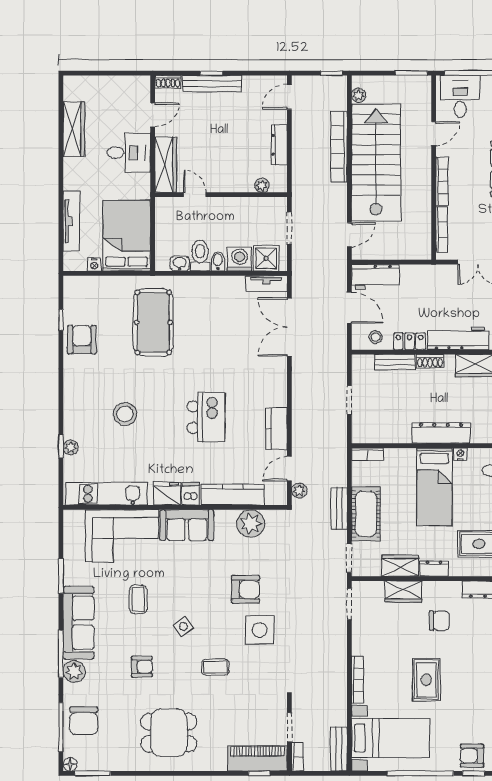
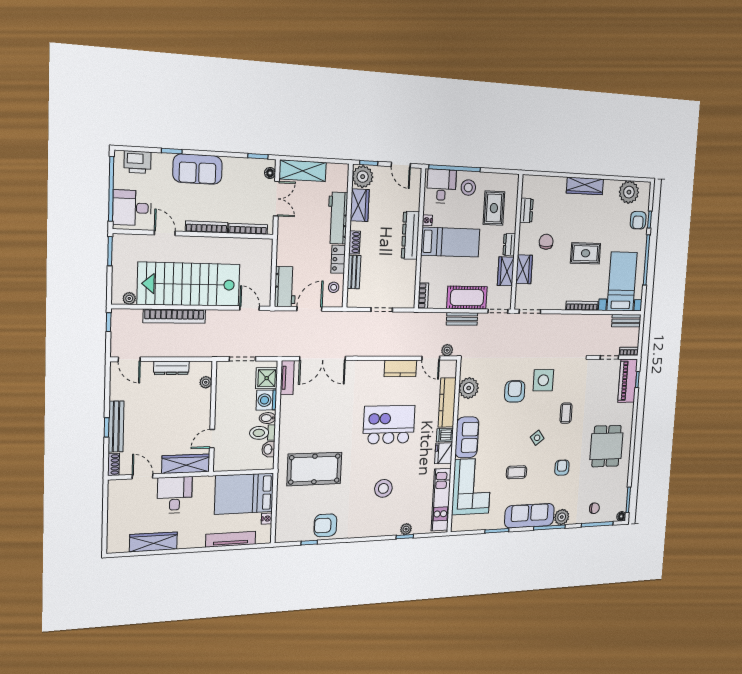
kitchen island: (206, 417) -> (389, 425), width x1.37, depth x1.28
chair: (84, 721) -> (594, 508), width x0.54, depth x0.54

